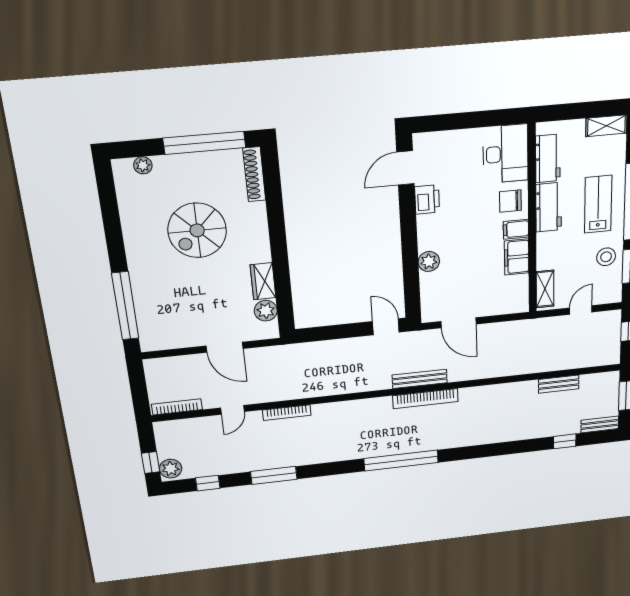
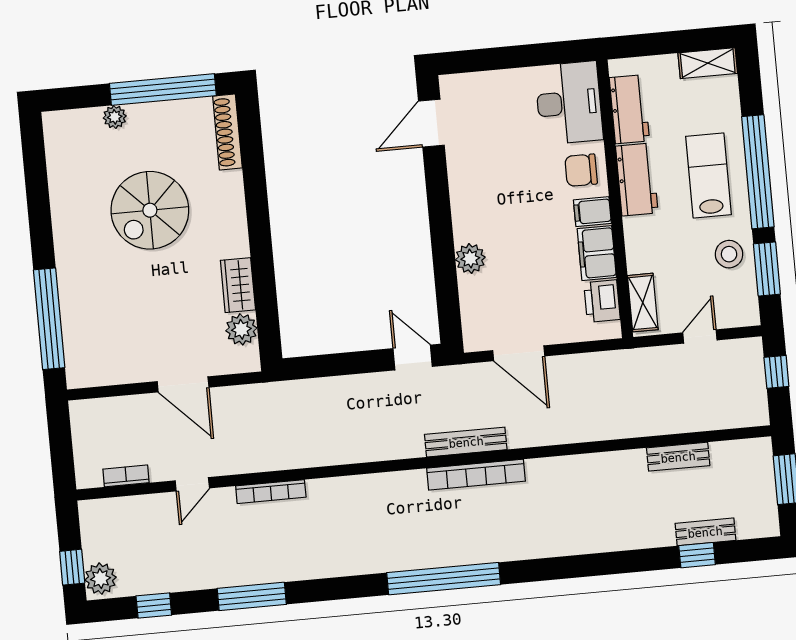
plant: (143, 165) -> (115, 117), moved
printer: (427, 199) -> (602, 301), moved, turned 180
bookcase: (177, 407) -> (126, 476), width x0.64
bench: (600, 424) -> (705, 532), moved

